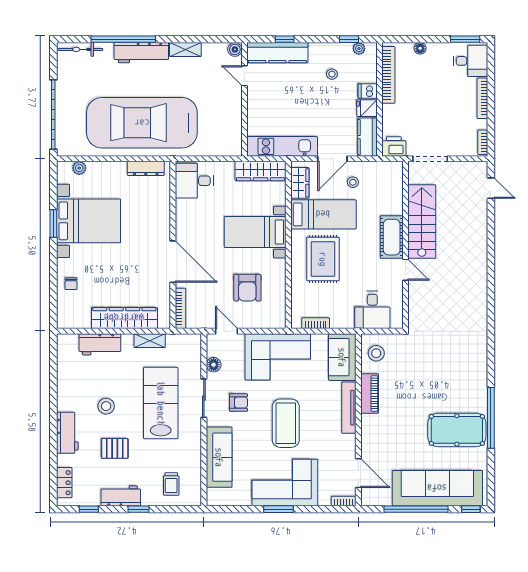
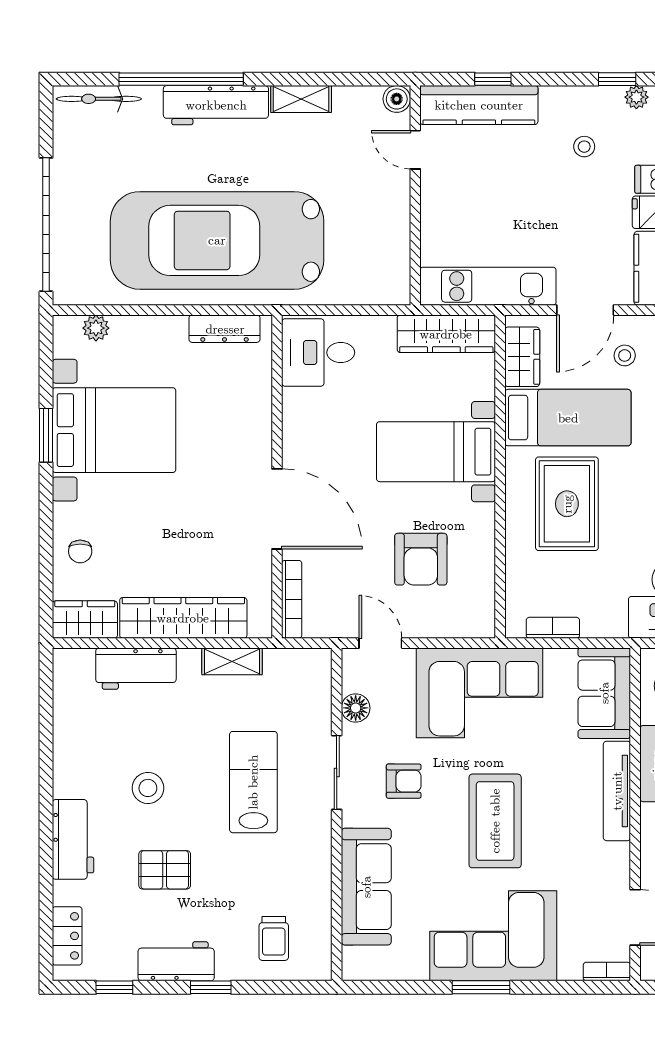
wardrobe: (73, 319) -> (85, 620), added
lab bench: (161, 403) -> (253, 782), width x0.73, depth x0.72

